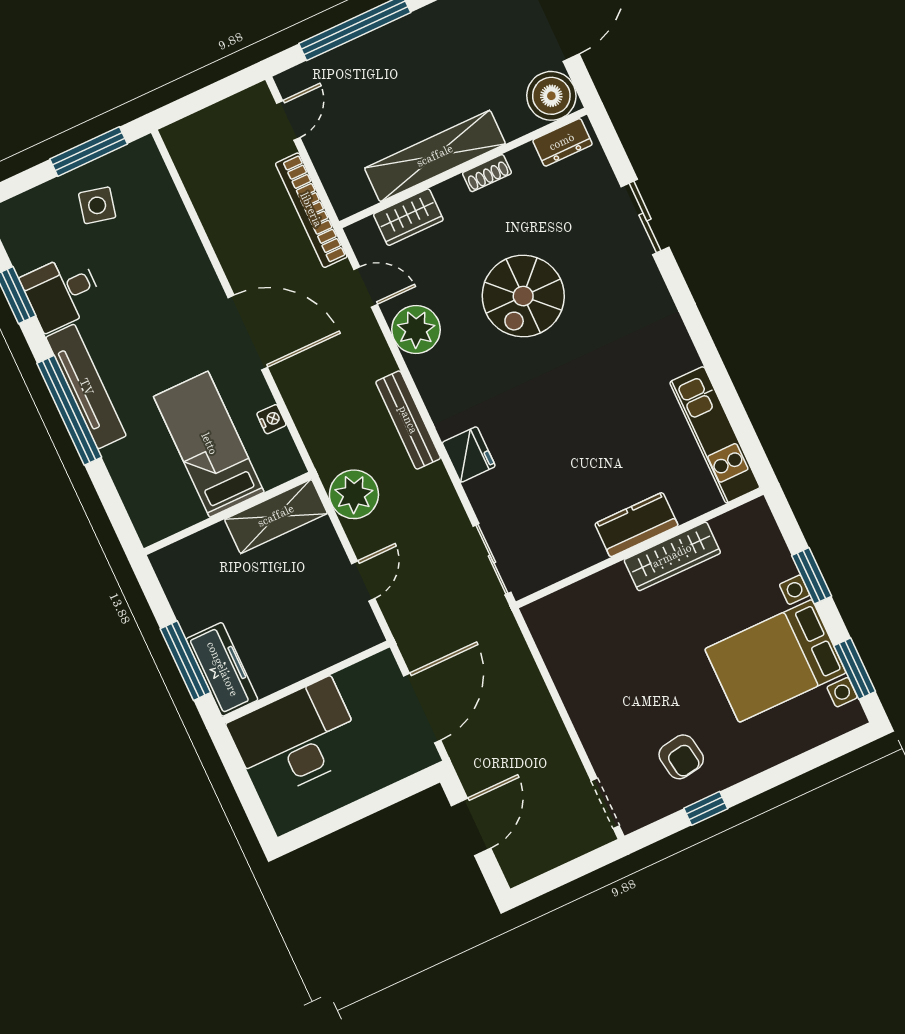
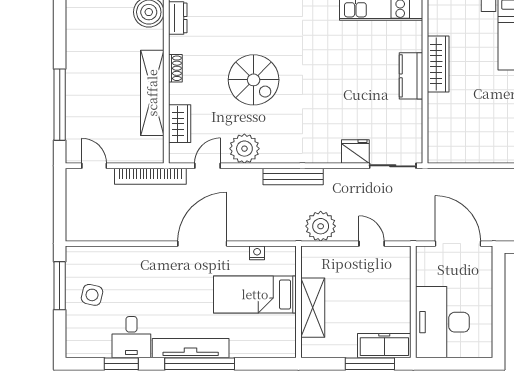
fridge: (469, 454) -> (355, 152), moved
shelving: (276, 516) -> (313, 308), moved

